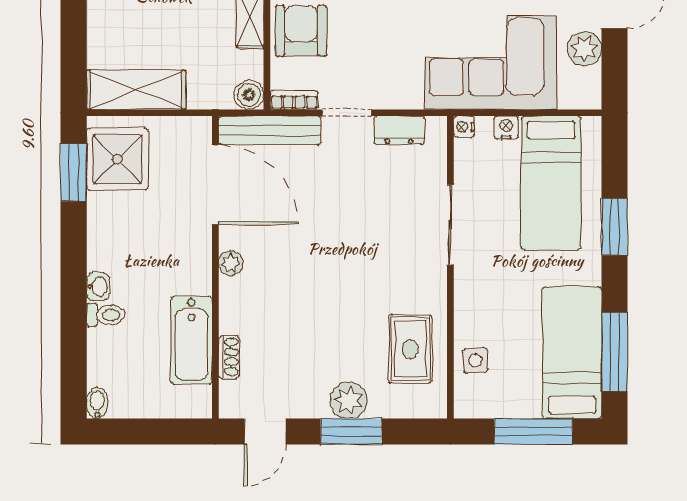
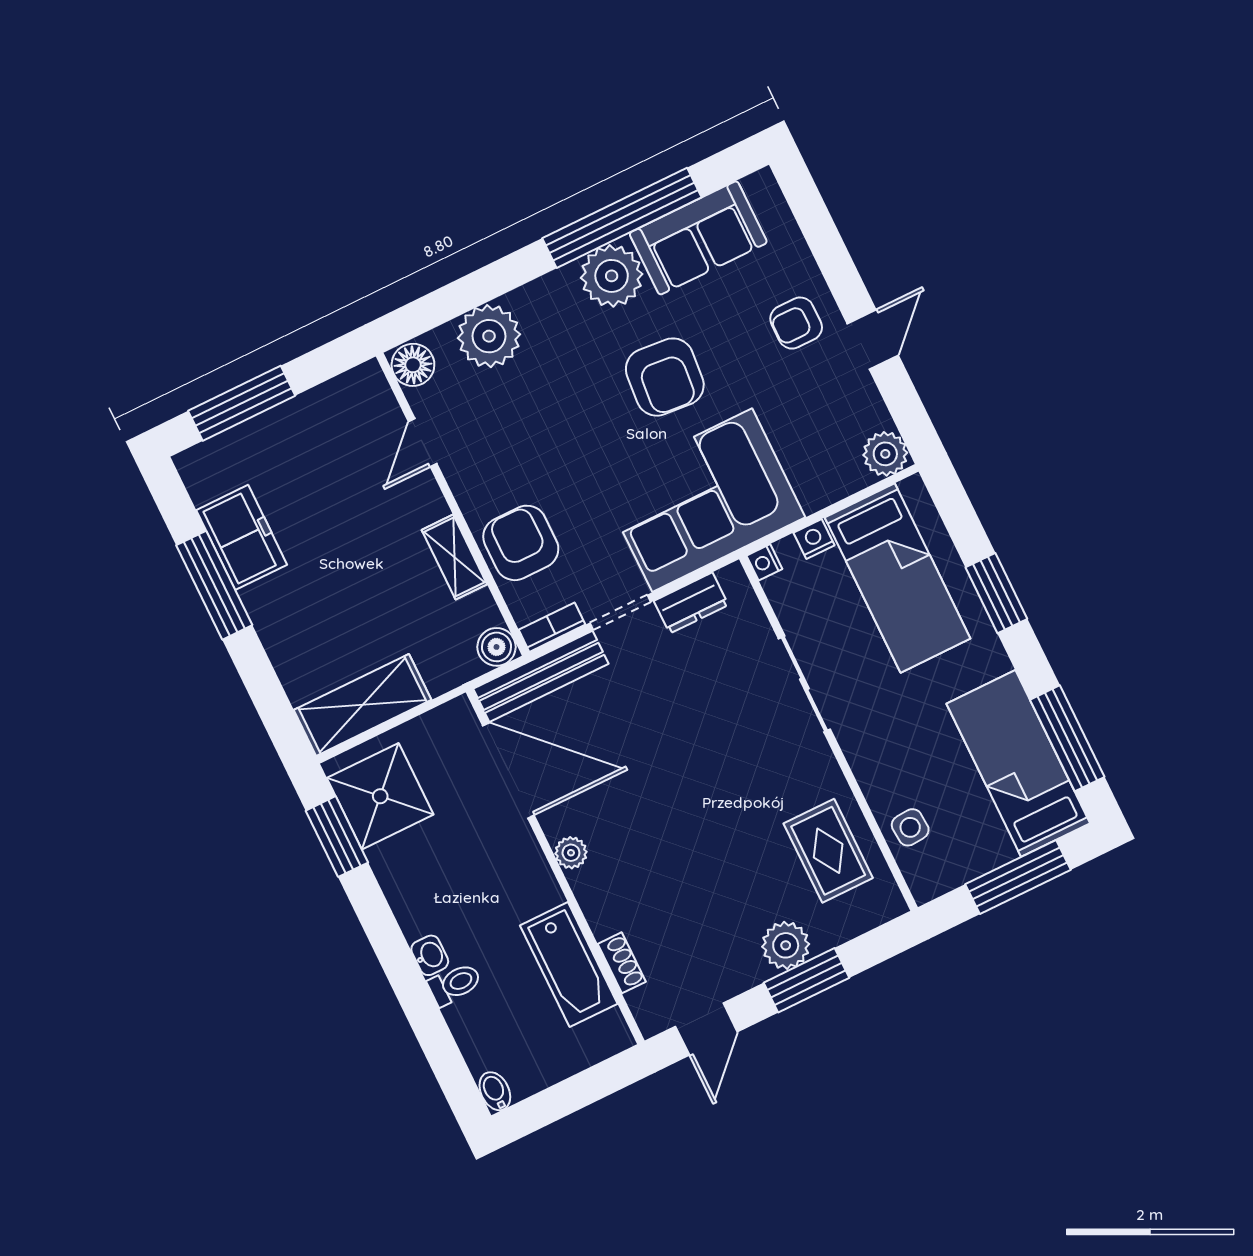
plant: (585, 49) -> (885, 454), moved
corner sofa: (491, 63) -> (702, 500), moved

